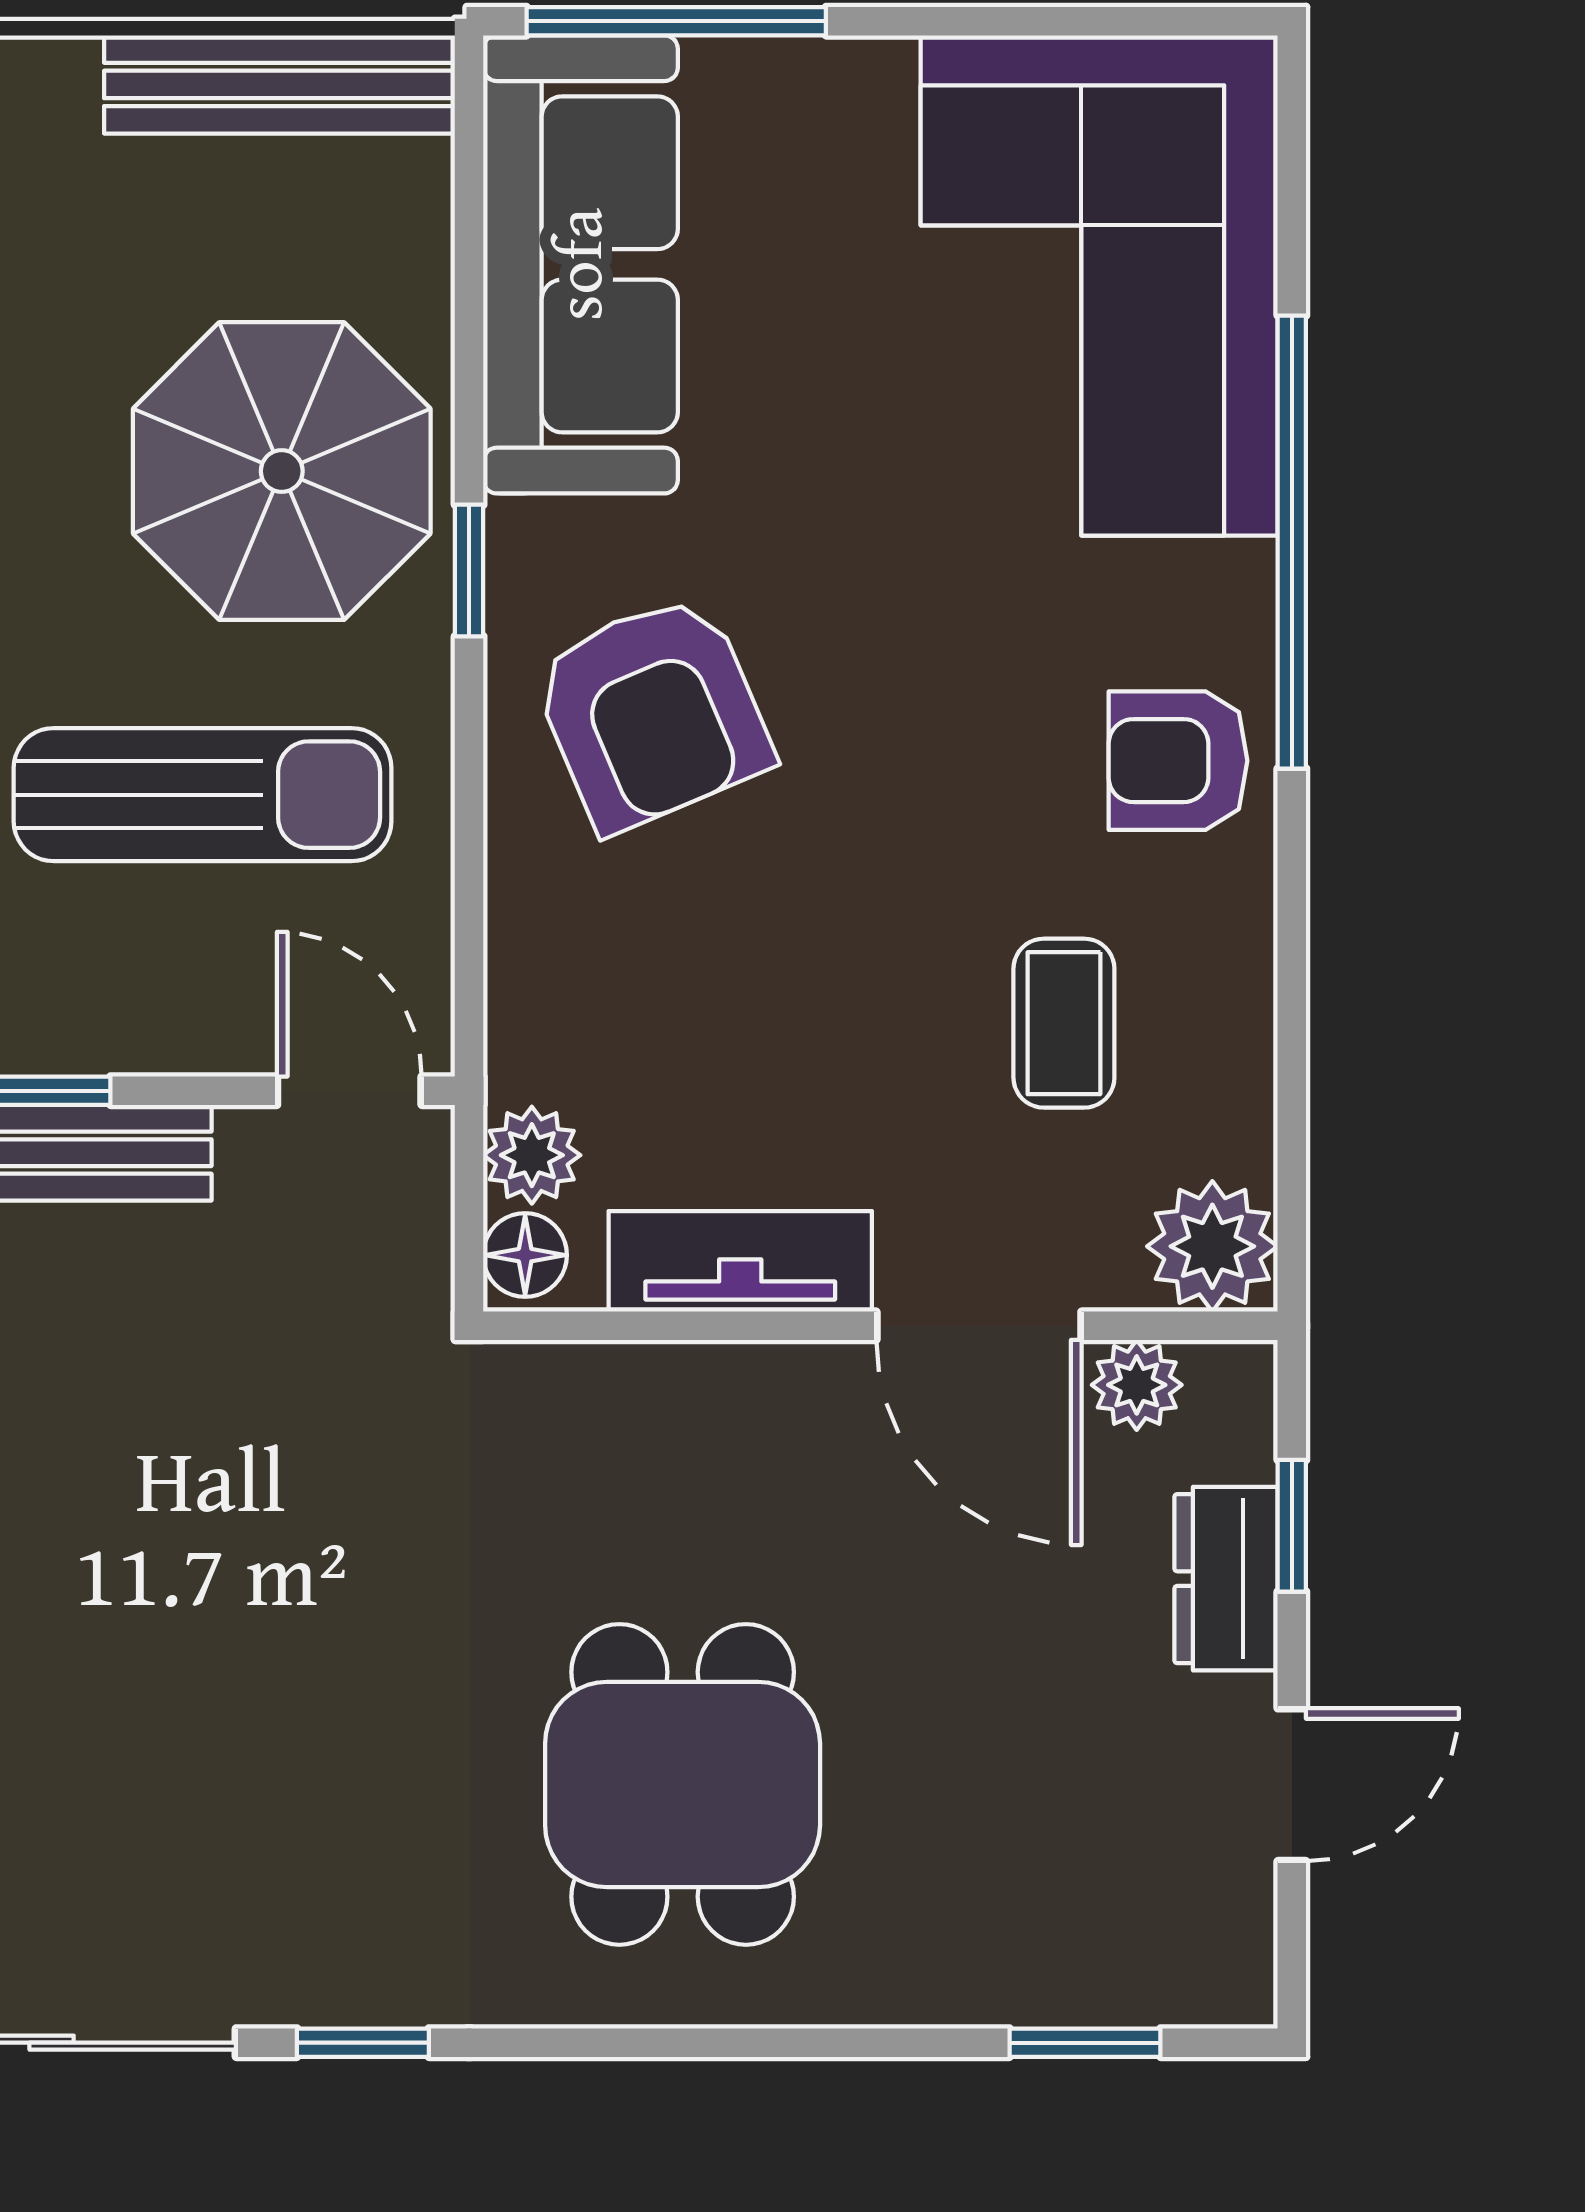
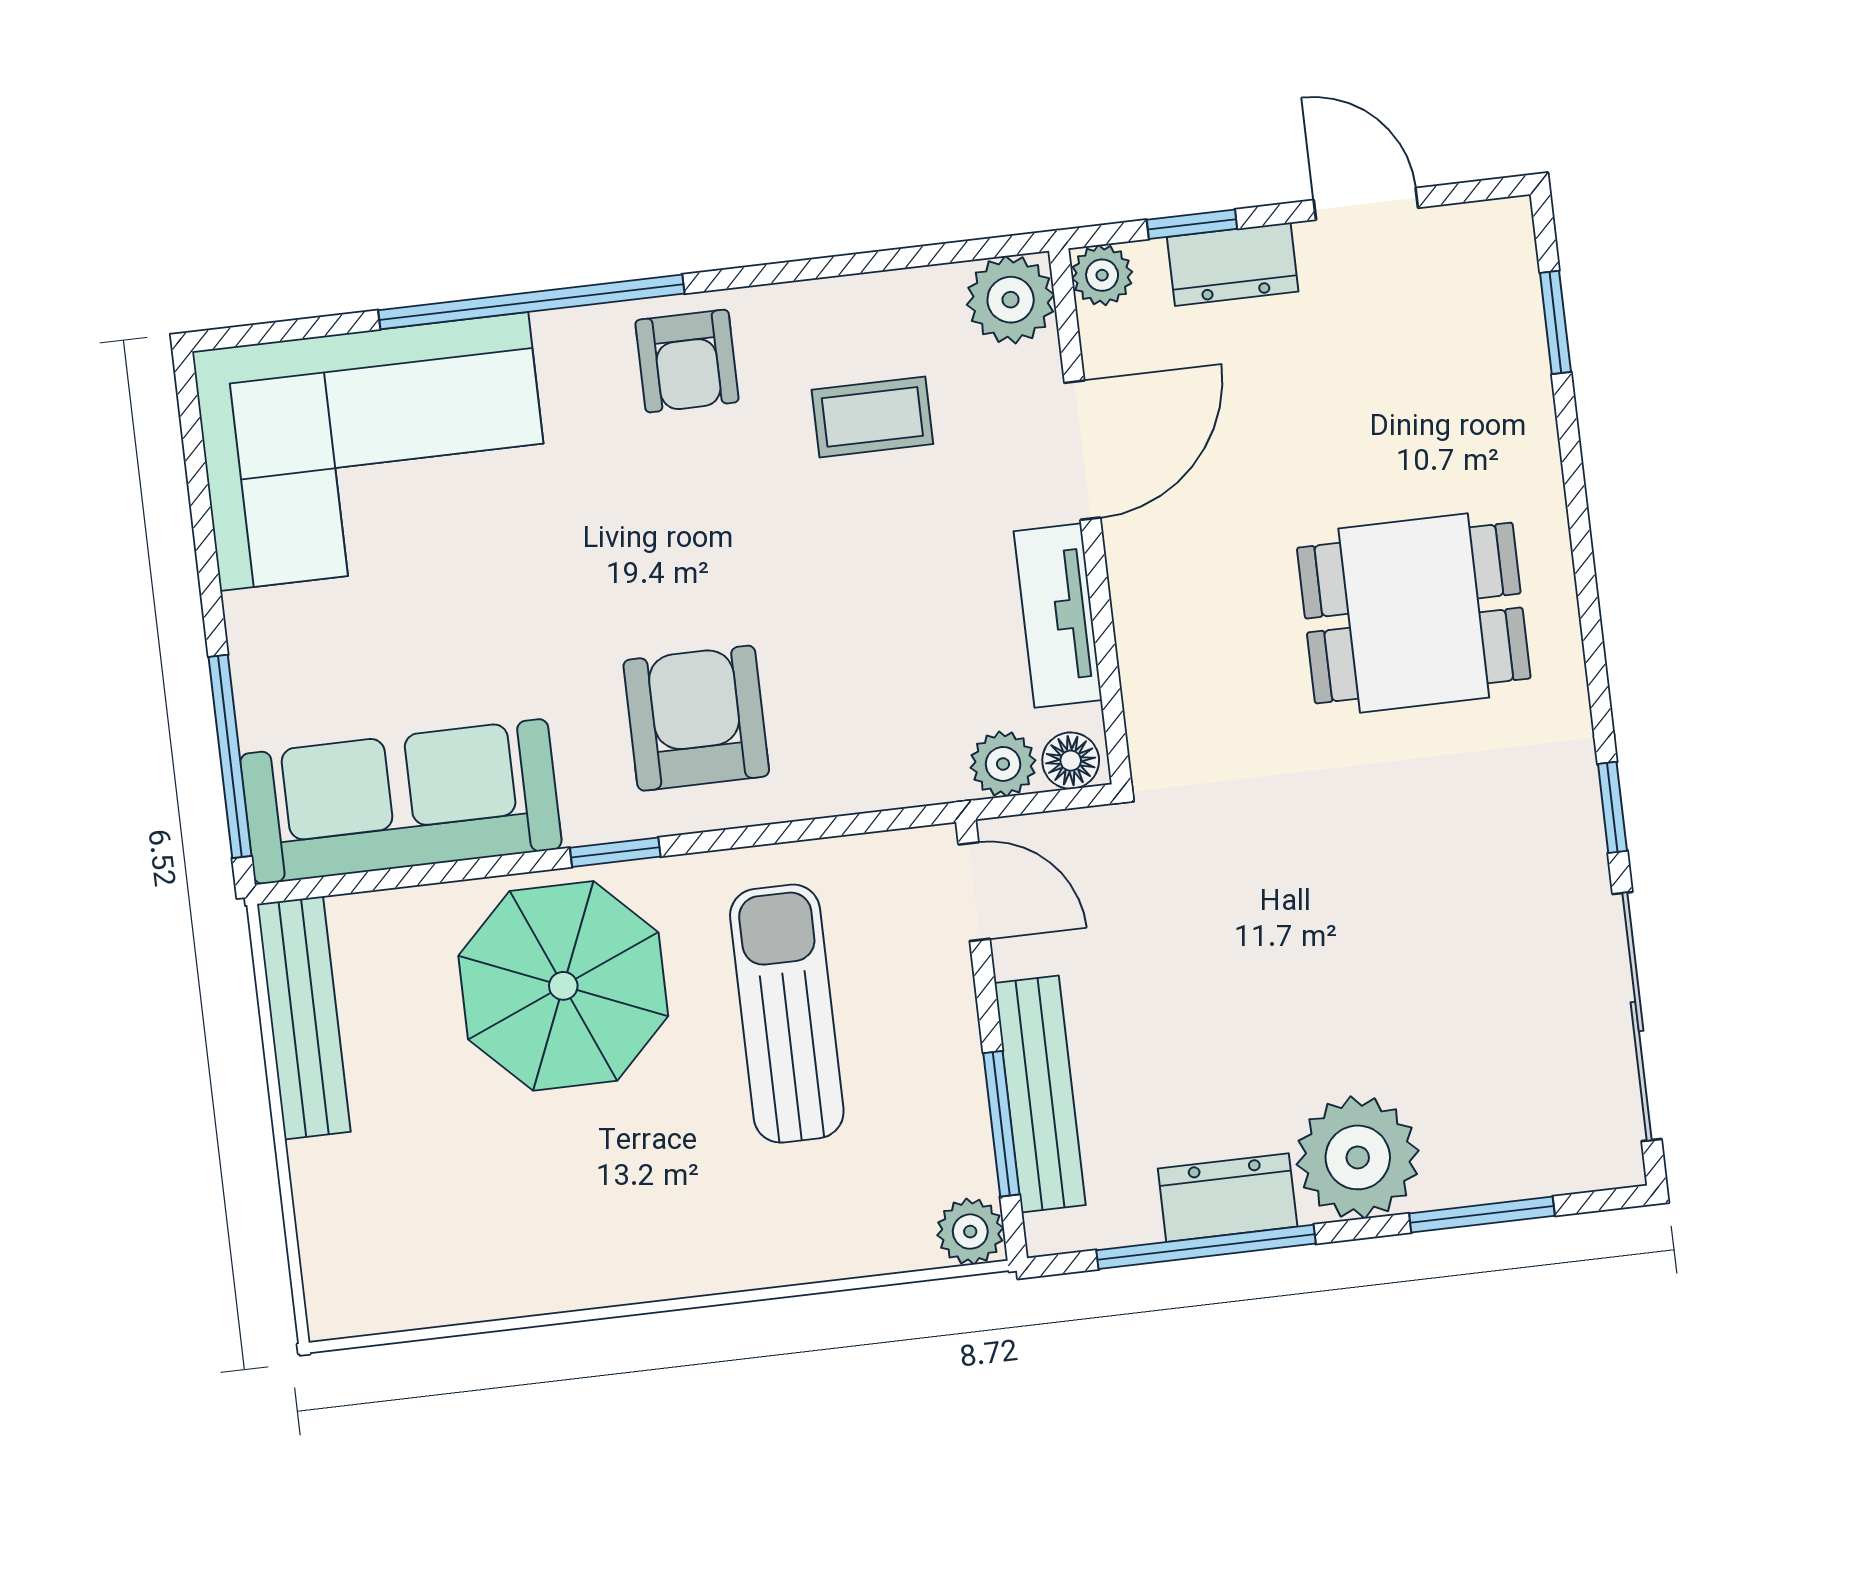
armchair: (652, 713) -> (696, 718), turned -67
door: (349, 1091) -> (974, 892), swing flipped
plant: (1137, 1385) -> (1102, 275), moved

